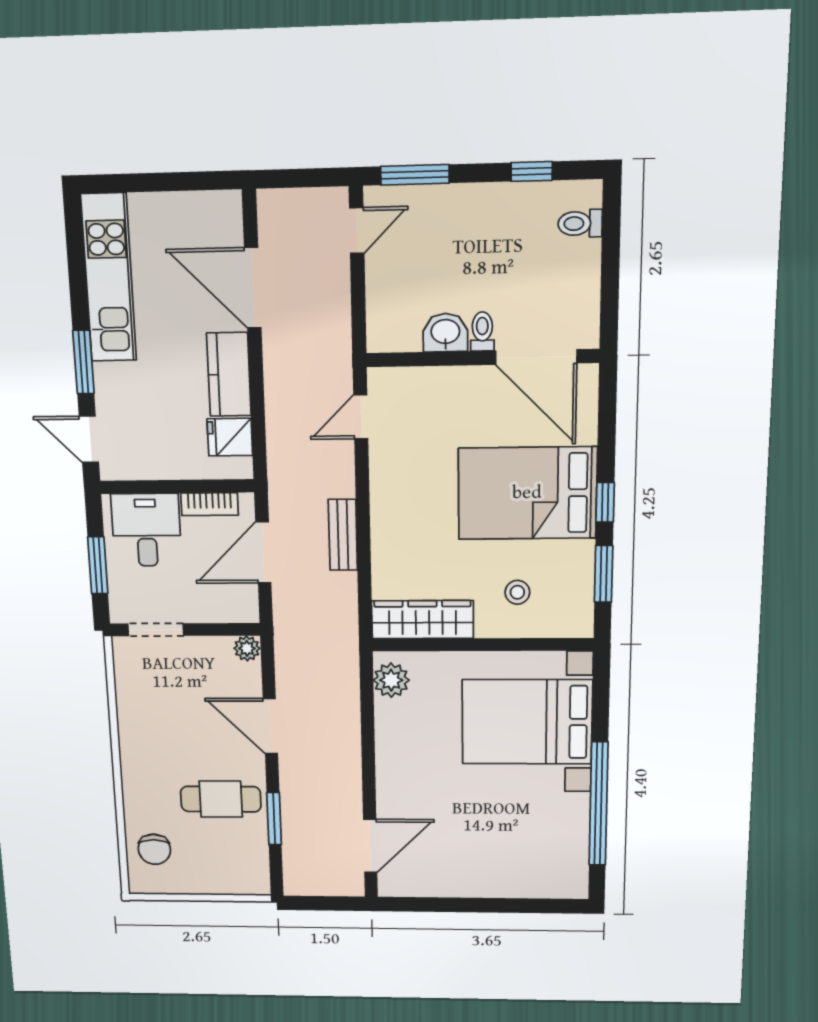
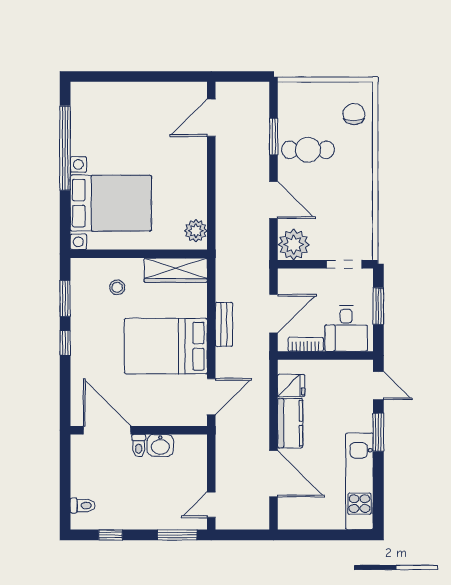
door: (361, 417) -> (211, 397), width x1.38
bed: (527, 493) -> (166, 346), moved, turned 180
plant: (247, 648) -> (294, 245), width x1.88, depth x1.88

